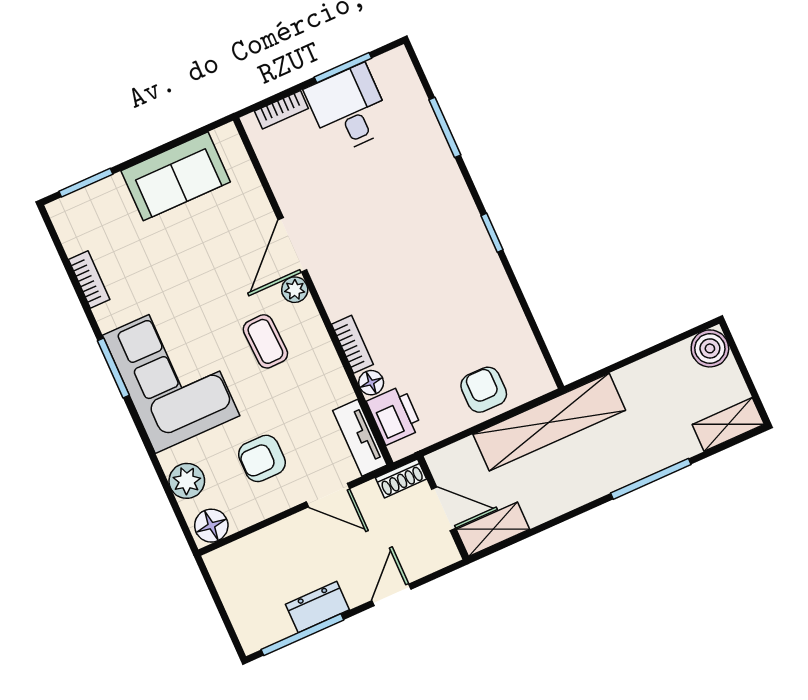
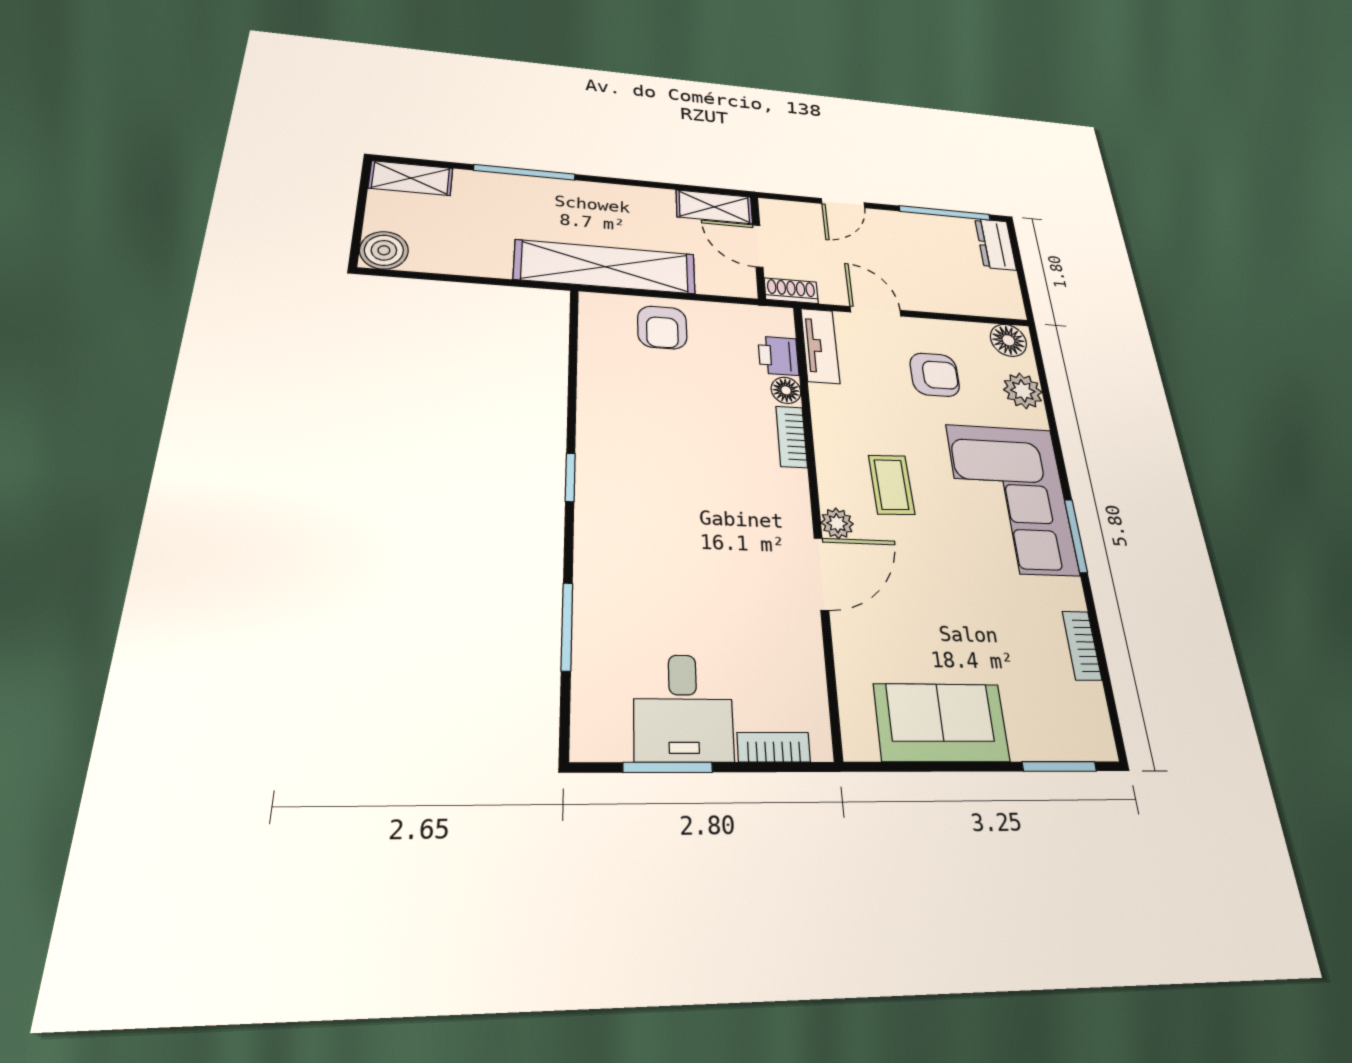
printer: (394, 415) -> (778, 356), width x0.73, depth x0.81
dresser: (317, 607) -> (996, 244), moved, turned 90

